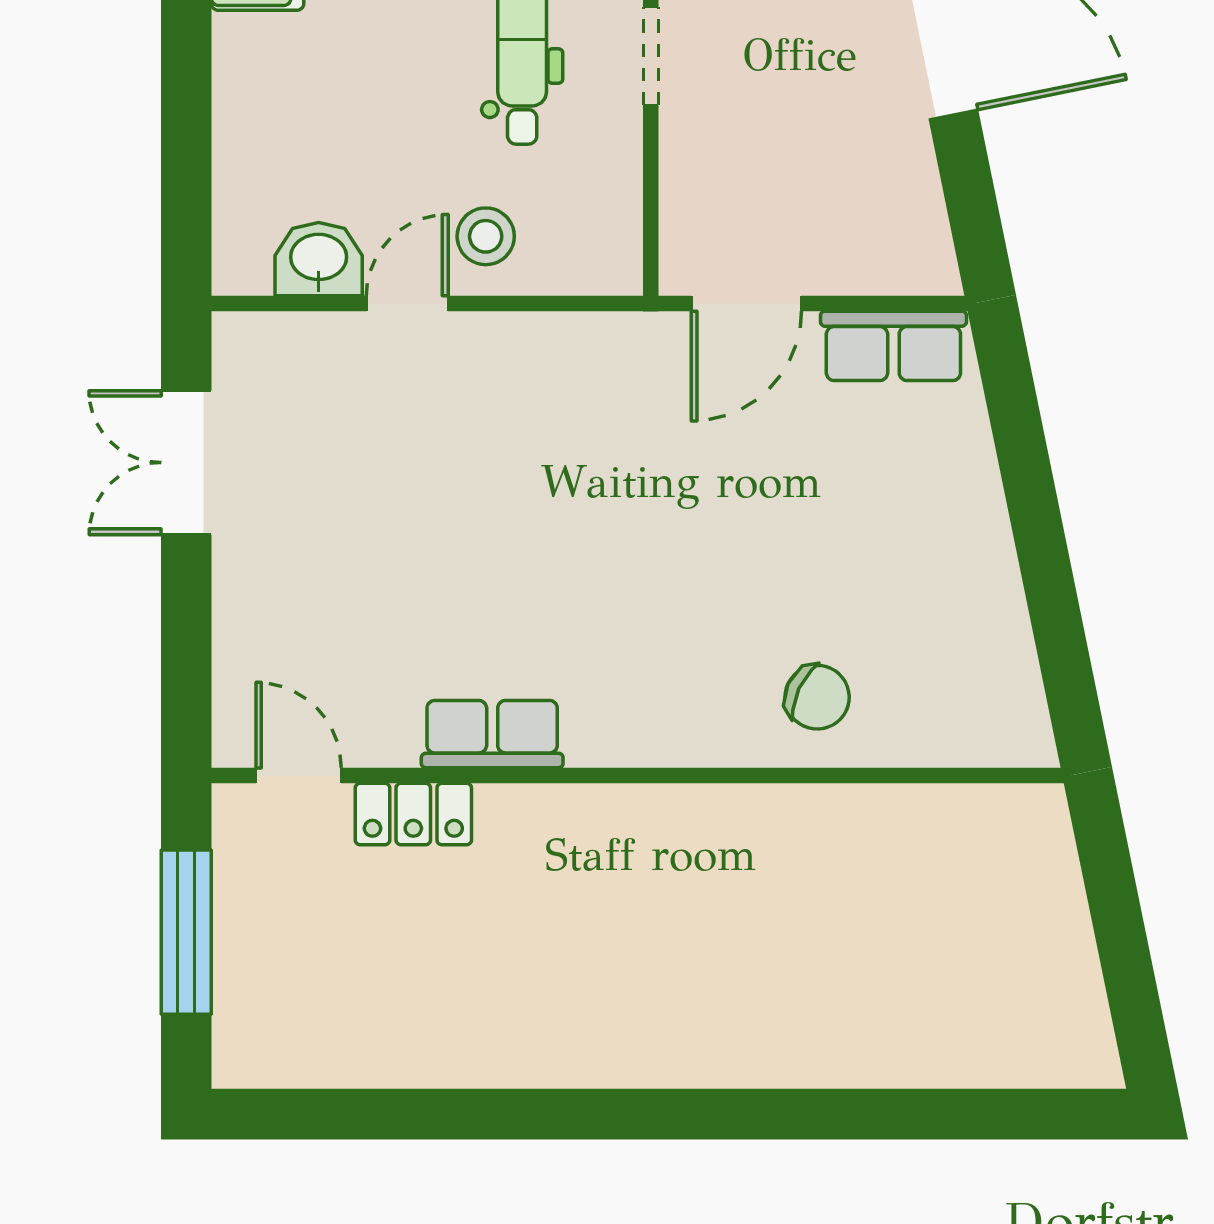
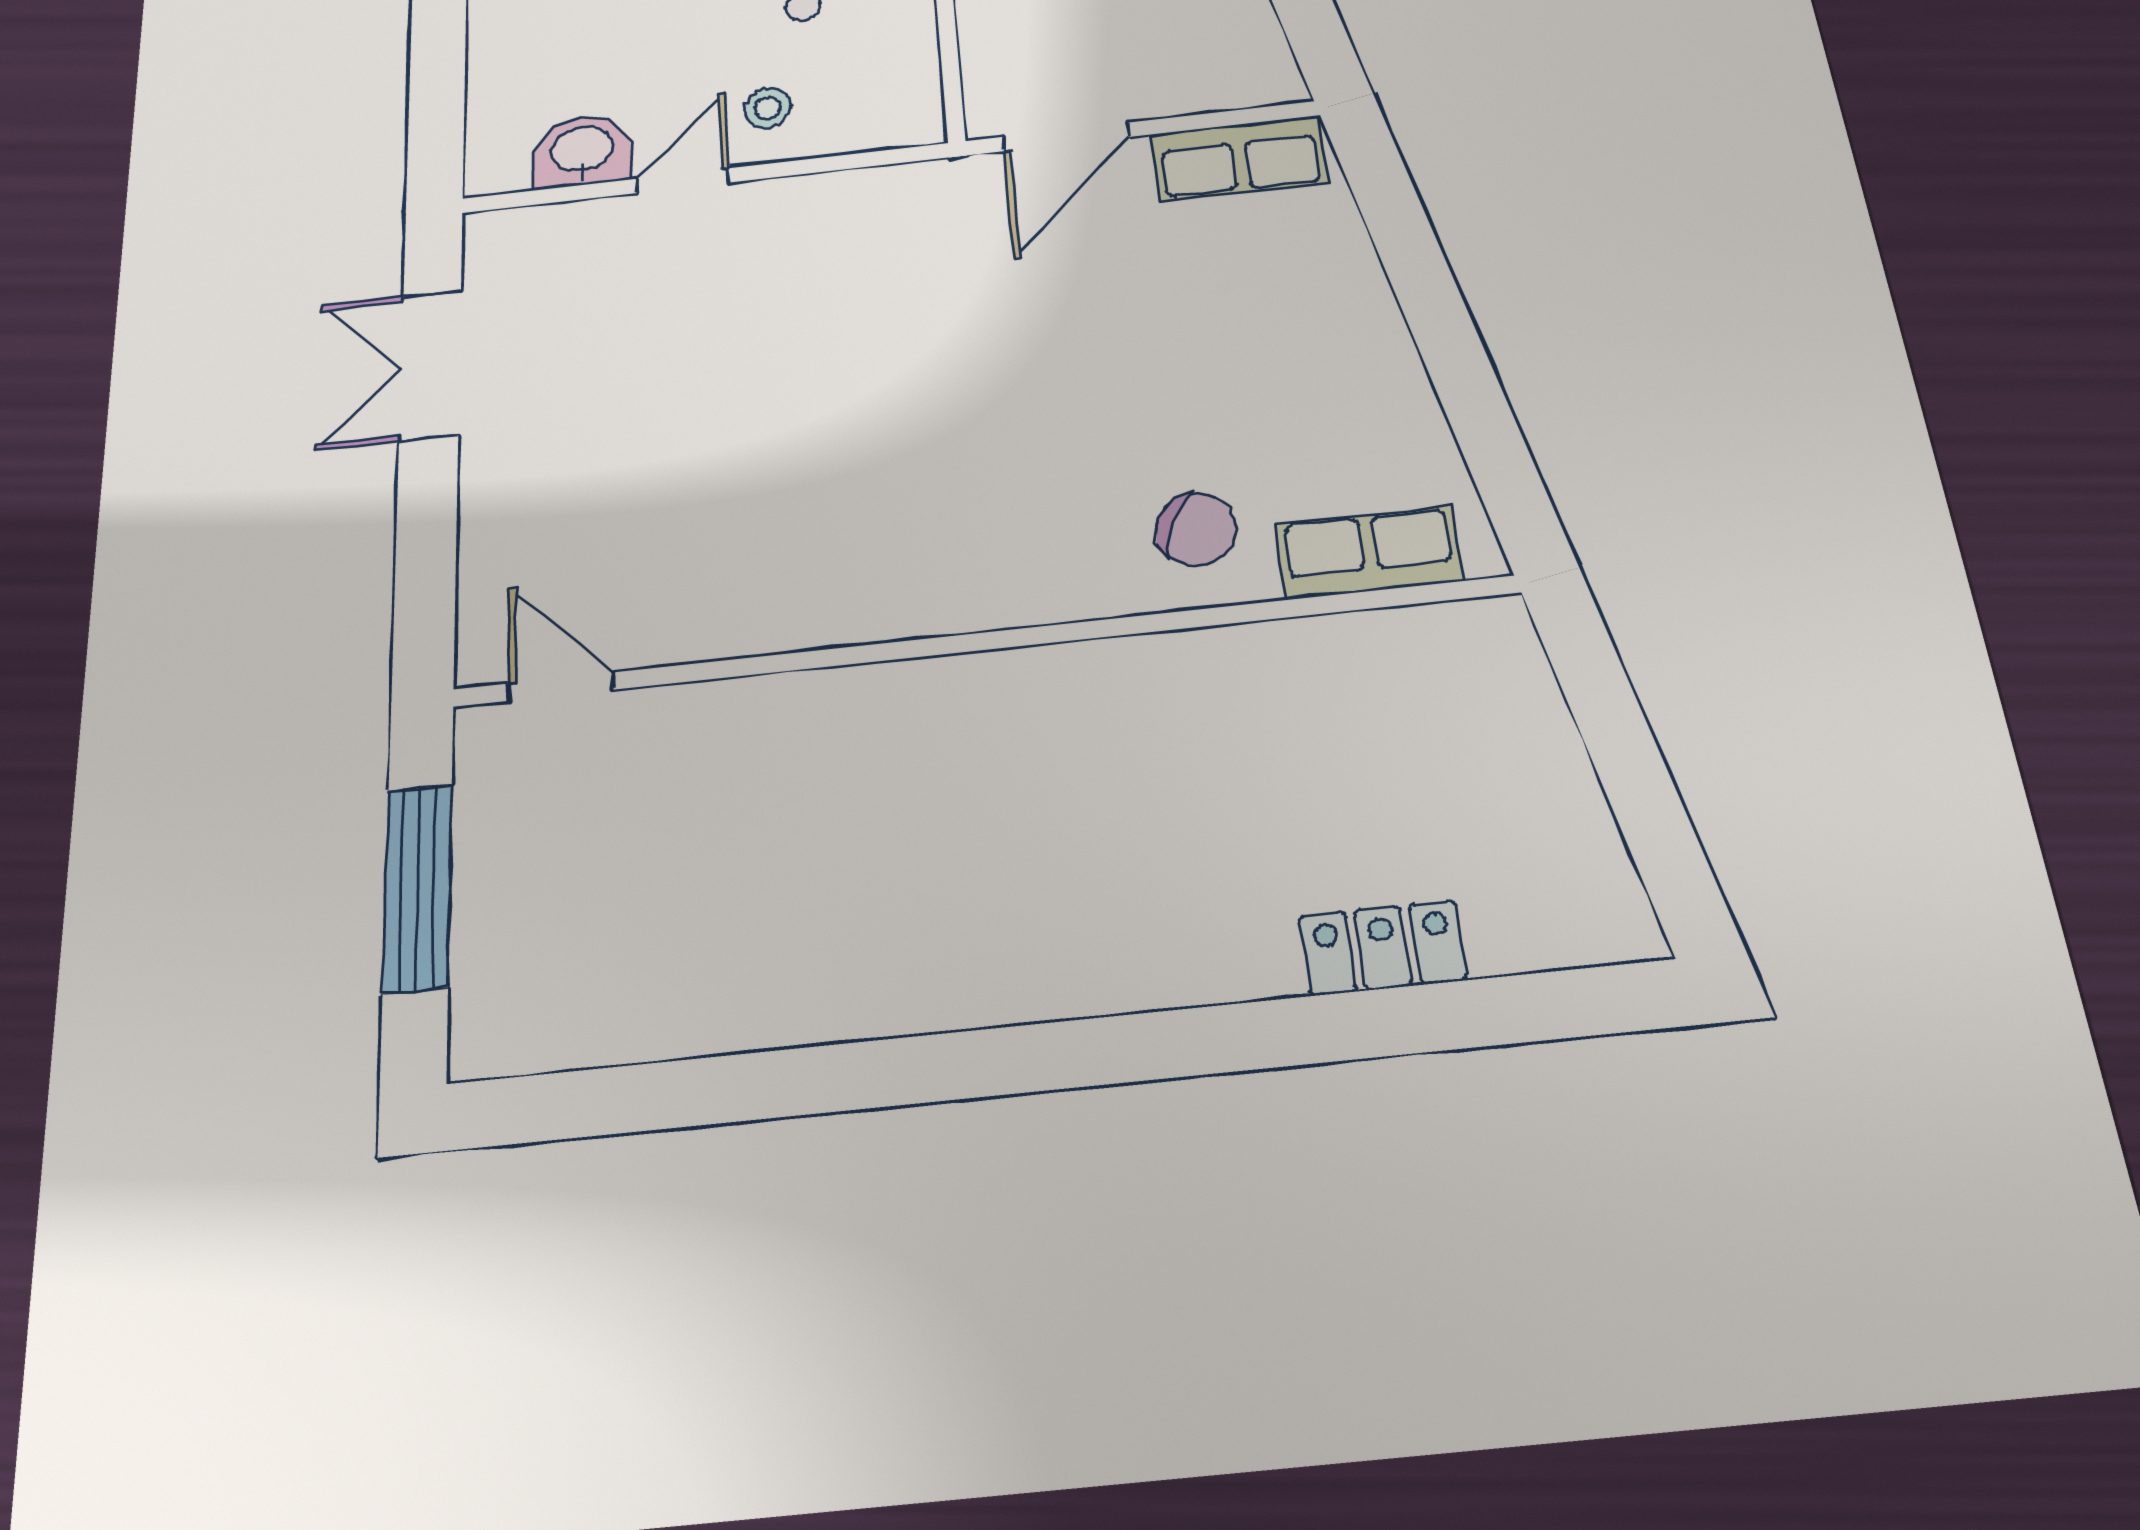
stool: (486, 236) -> (768, 108), width x0.73, depth x0.73
row of seats: (492, 734) -> (1369, 552), moved
locker: (413, 814) -> (1383, 948), moved, turned 180

